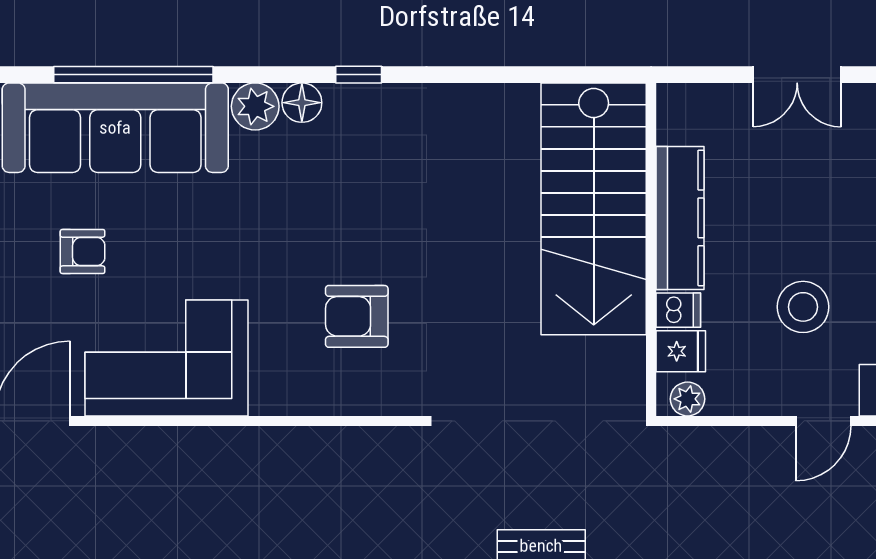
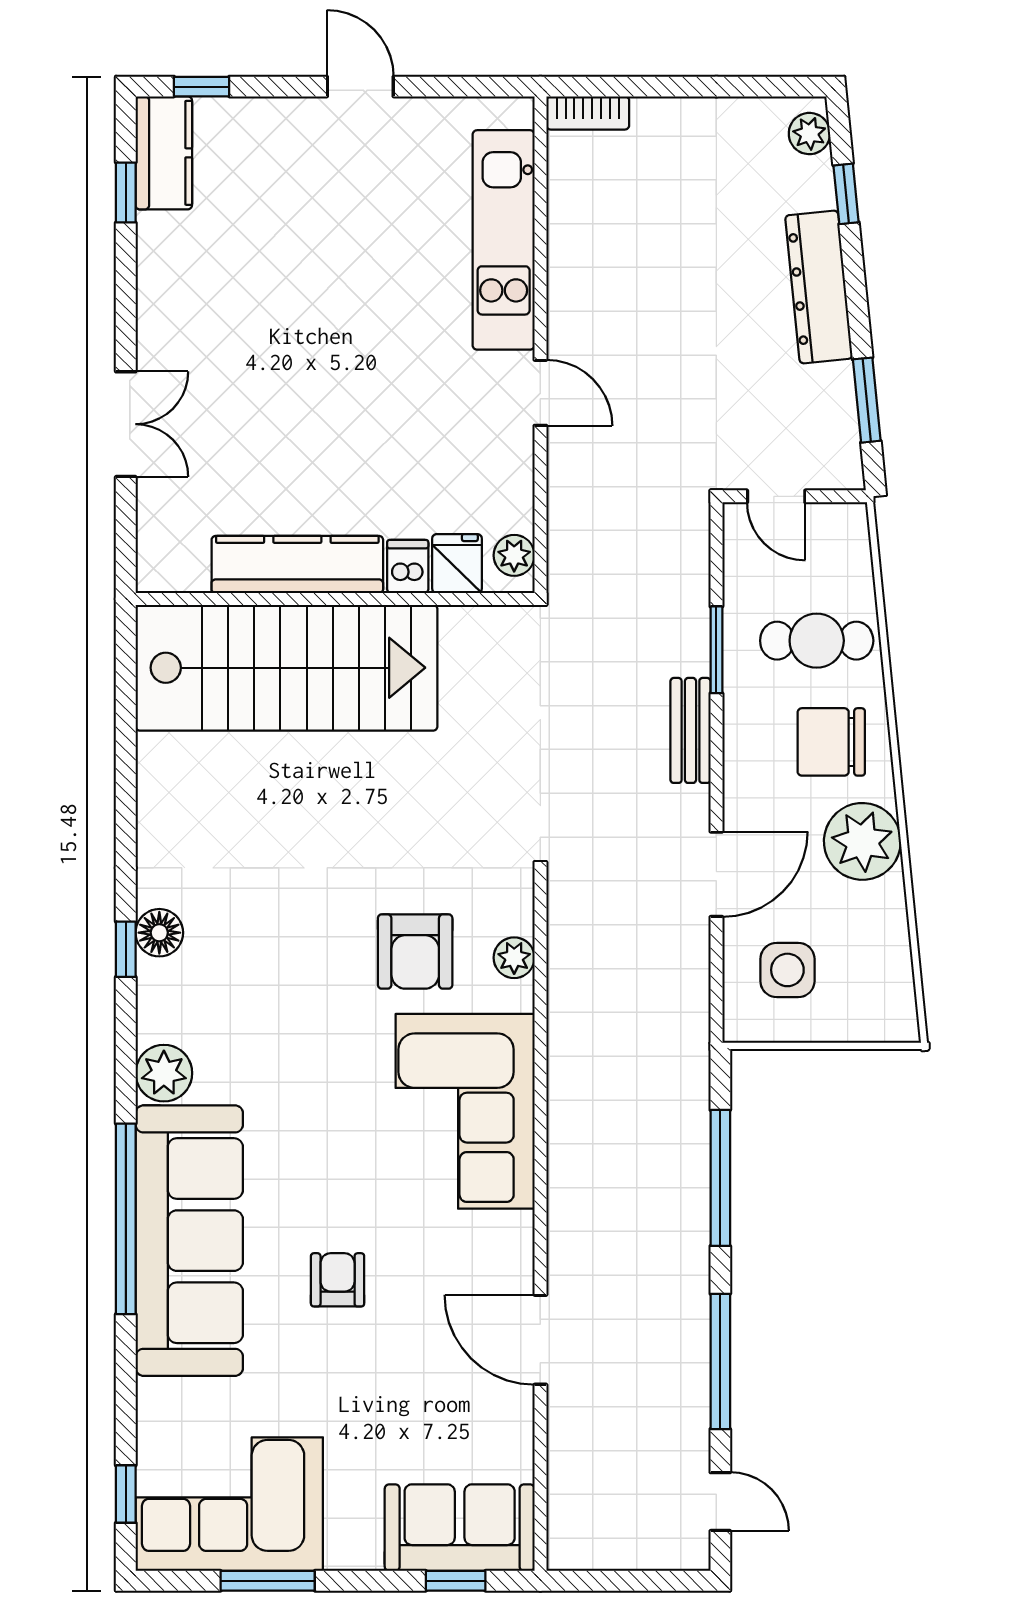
floor lamp: (302, 103) -> (159, 933), moved
stool: (803, 307) -> (404, 417), removed
corner sofa: (166, 358) -> (465, 1111), moved
plant: (352, 399) -> (514, 958), added

